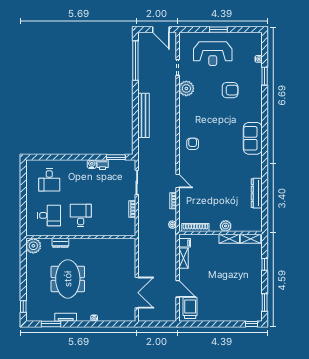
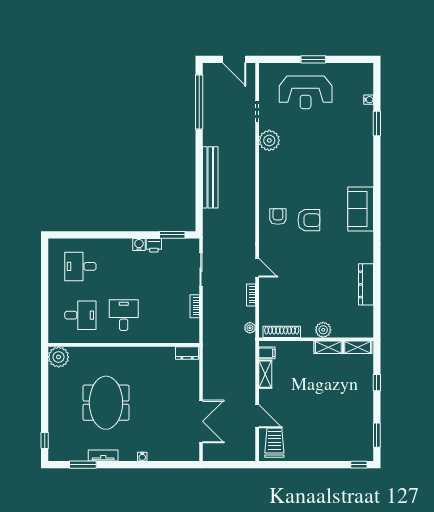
armchair: (230, 90) -> (309, 220), moved
desk: (49, 180) -> (80, 266), turned 90
dresser: (60, 243) -> (187, 353), moved

